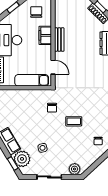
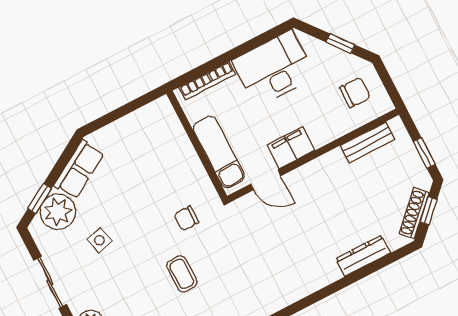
filing cabinet: (45, 35) -> (291, 148), moved
bench: (59, 40) -> (368, 142), moved
door: (53, 67) -> (266, 180), hinge flipped

